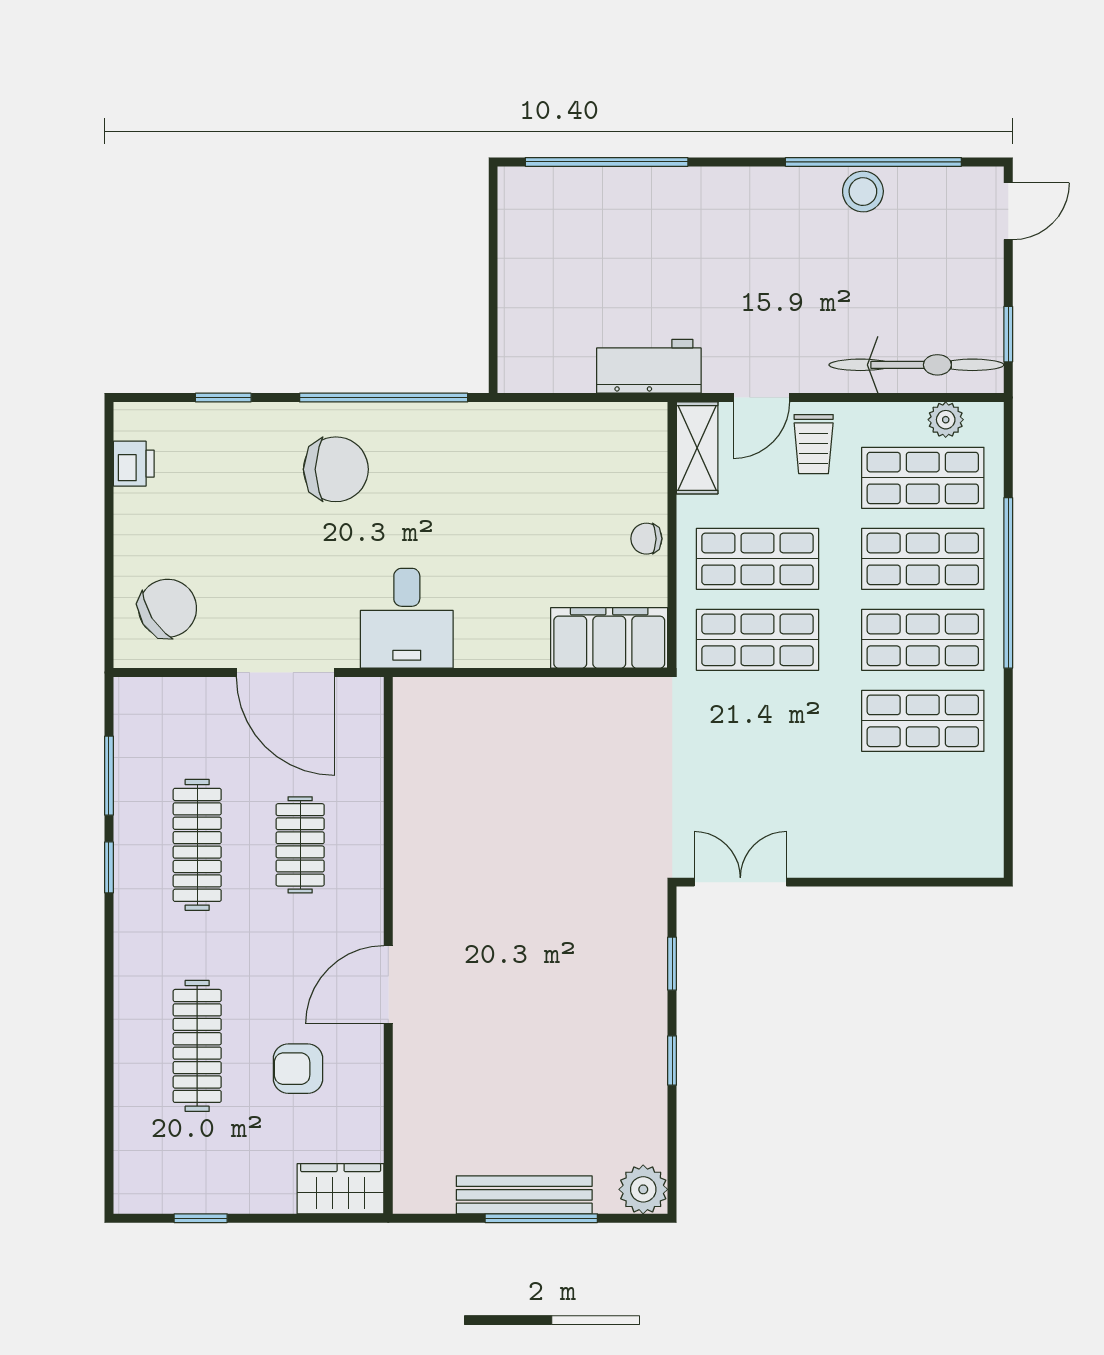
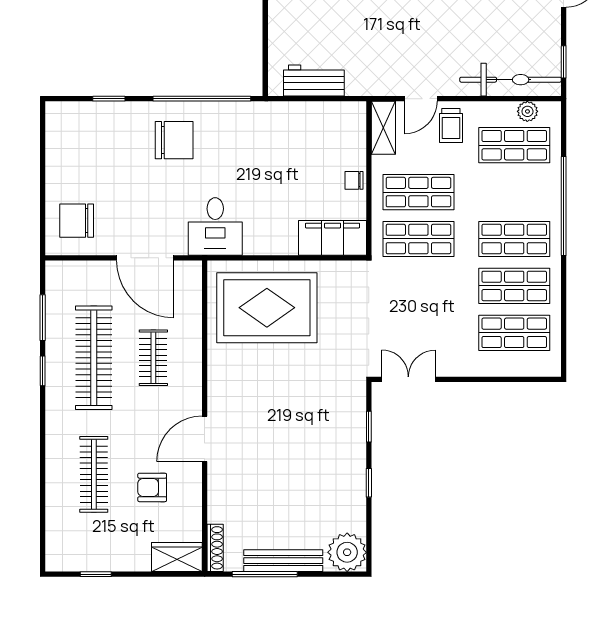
workbench: (649, 366) -> (314, 80), moved
printer: (134, 464) -> (57, 137), removed
shop shelf: (923, 559) -> (514, 333), moved
chair: (168, 608) -> (77, 221), turned -148
rug: (496, 758) -> (267, 308), added
clothes rail: (197, 845) -> (94, 358), width x1.37, depth x1.31
shoe rack: (407, 1173) -> (215, 548), added
plant: (643, 1189) -> (347, 552), width x1.36, depth x1.36
window: (541, 1218) -> (265, 574), moved

